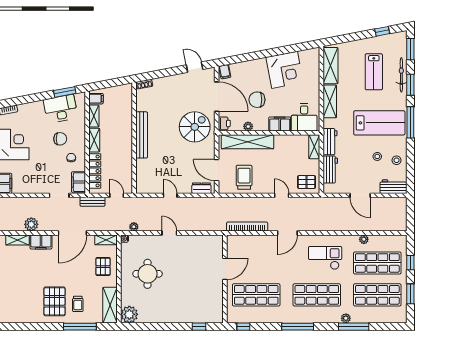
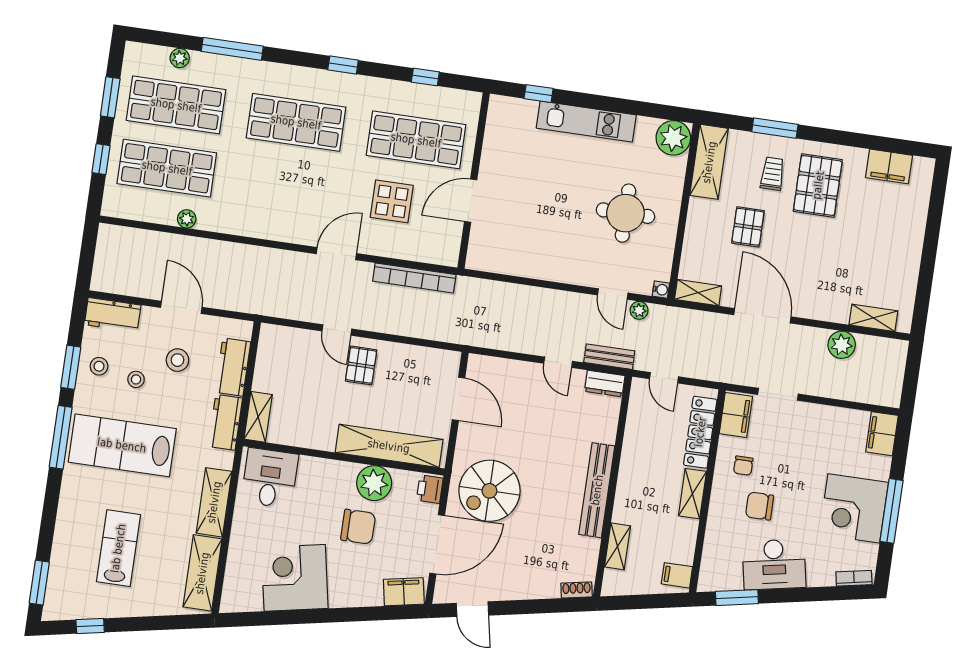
filing cabinet: (225, 72) -> (404, 592), width x2.00
bicycle: (401, 75) -> (65, 534), removed
window: (410, 85) -> (71, 367), moved
door: (217, 97) -> (437, 544), swing flipped
desk: (61, 109) -> (774, 564), moved
shelving: (94, 116) -> (618, 546), moved
filing cabinet: (280, 124) -> (320, 472), removed
plant: (248, 126) -> (374, 483), width x1.87, depth x1.87
stool: (358, 169) -> (177, 360), added
trolley: (244, 177) -> (406, 377), removed
pallet: (307, 182) -> (361, 365), moved, turned 90
dresser: (201, 188) -> (605, 384), moved
bench: (93, 202) -> (609, 357), moved
door: (72, 233) -> (762, 316), hinge flipped
door: (169, 233) -> (613, 294), moved
filing cabinet: (41, 242) -> (889, 166), moved, turned 180
checkout: (325, 258) -> (269, 193), removed
display table: (264, 263) -> (392, 201), added
pallet: (103, 267) -> (748, 227), moved
kitchen unit: (173, 316) -> (586, 121), added
plant: (346, 318) -> (180, 58), moved
window: (80, 327) -> (775, 128), width x0.69
window: (243, 327) -> (425, 77), moved
window: (298, 327) -> (343, 65), width x0.46

